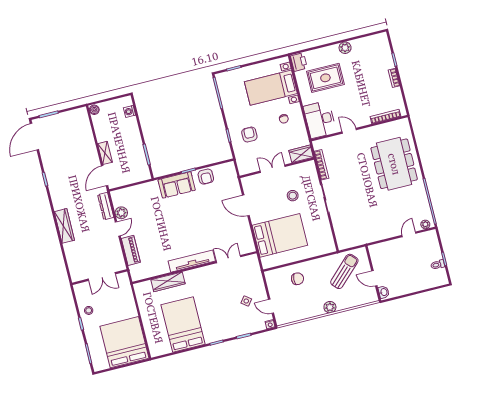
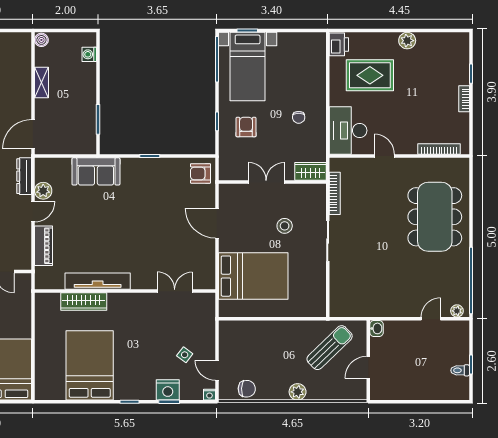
bed with nightstands: (271, 88) -> (248, 67), moved, turned -90
shelving: (105, 153) -> (42, 83), moved
armchair: (206, 177) -> (200, 173), moved, turned 90
sofa: (177, 185) -> (96, 171), moved
tv unit: (192, 261) -> (98, 281), moved
door: (374, 278) -> (368, 367), hinge flipped
chair: (298, 279) -> (247, 389), moved
washbasin: (384, 292) -> (377, 328), moved
nightstand: (241, 328) -> (168, 390), added

